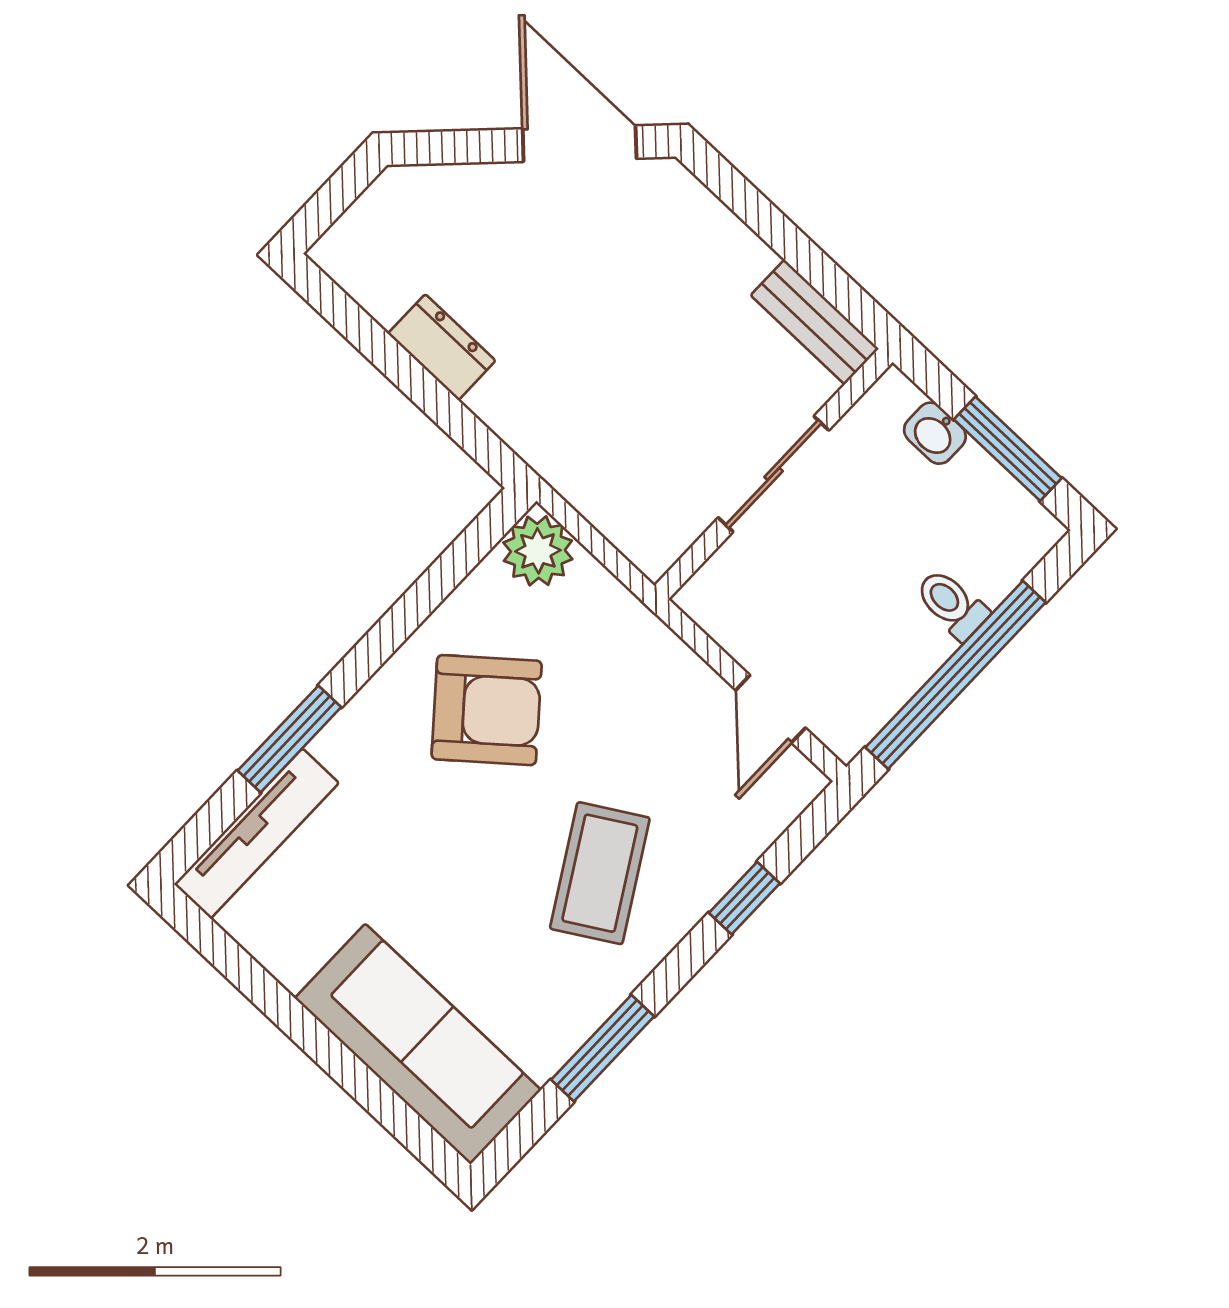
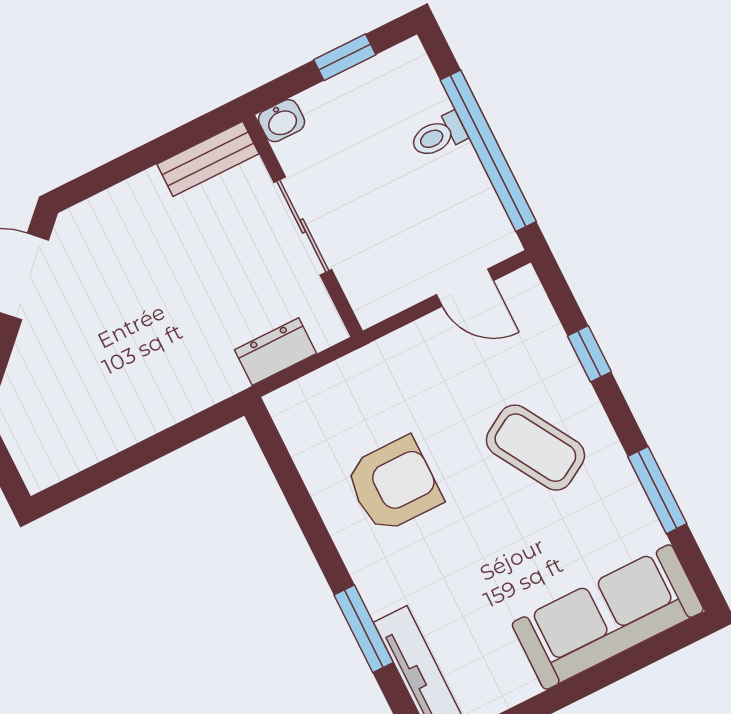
dresser: (442, 347) -> (276, 352), moved
washbasin: (935, 433) -> (282, 121), moved
window: (1008, 449) -> (345, 57), width x0.67
plant: (538, 551) -> (296, 409), removed
armchair: (487, 710) -> (394, 485), turned 40

